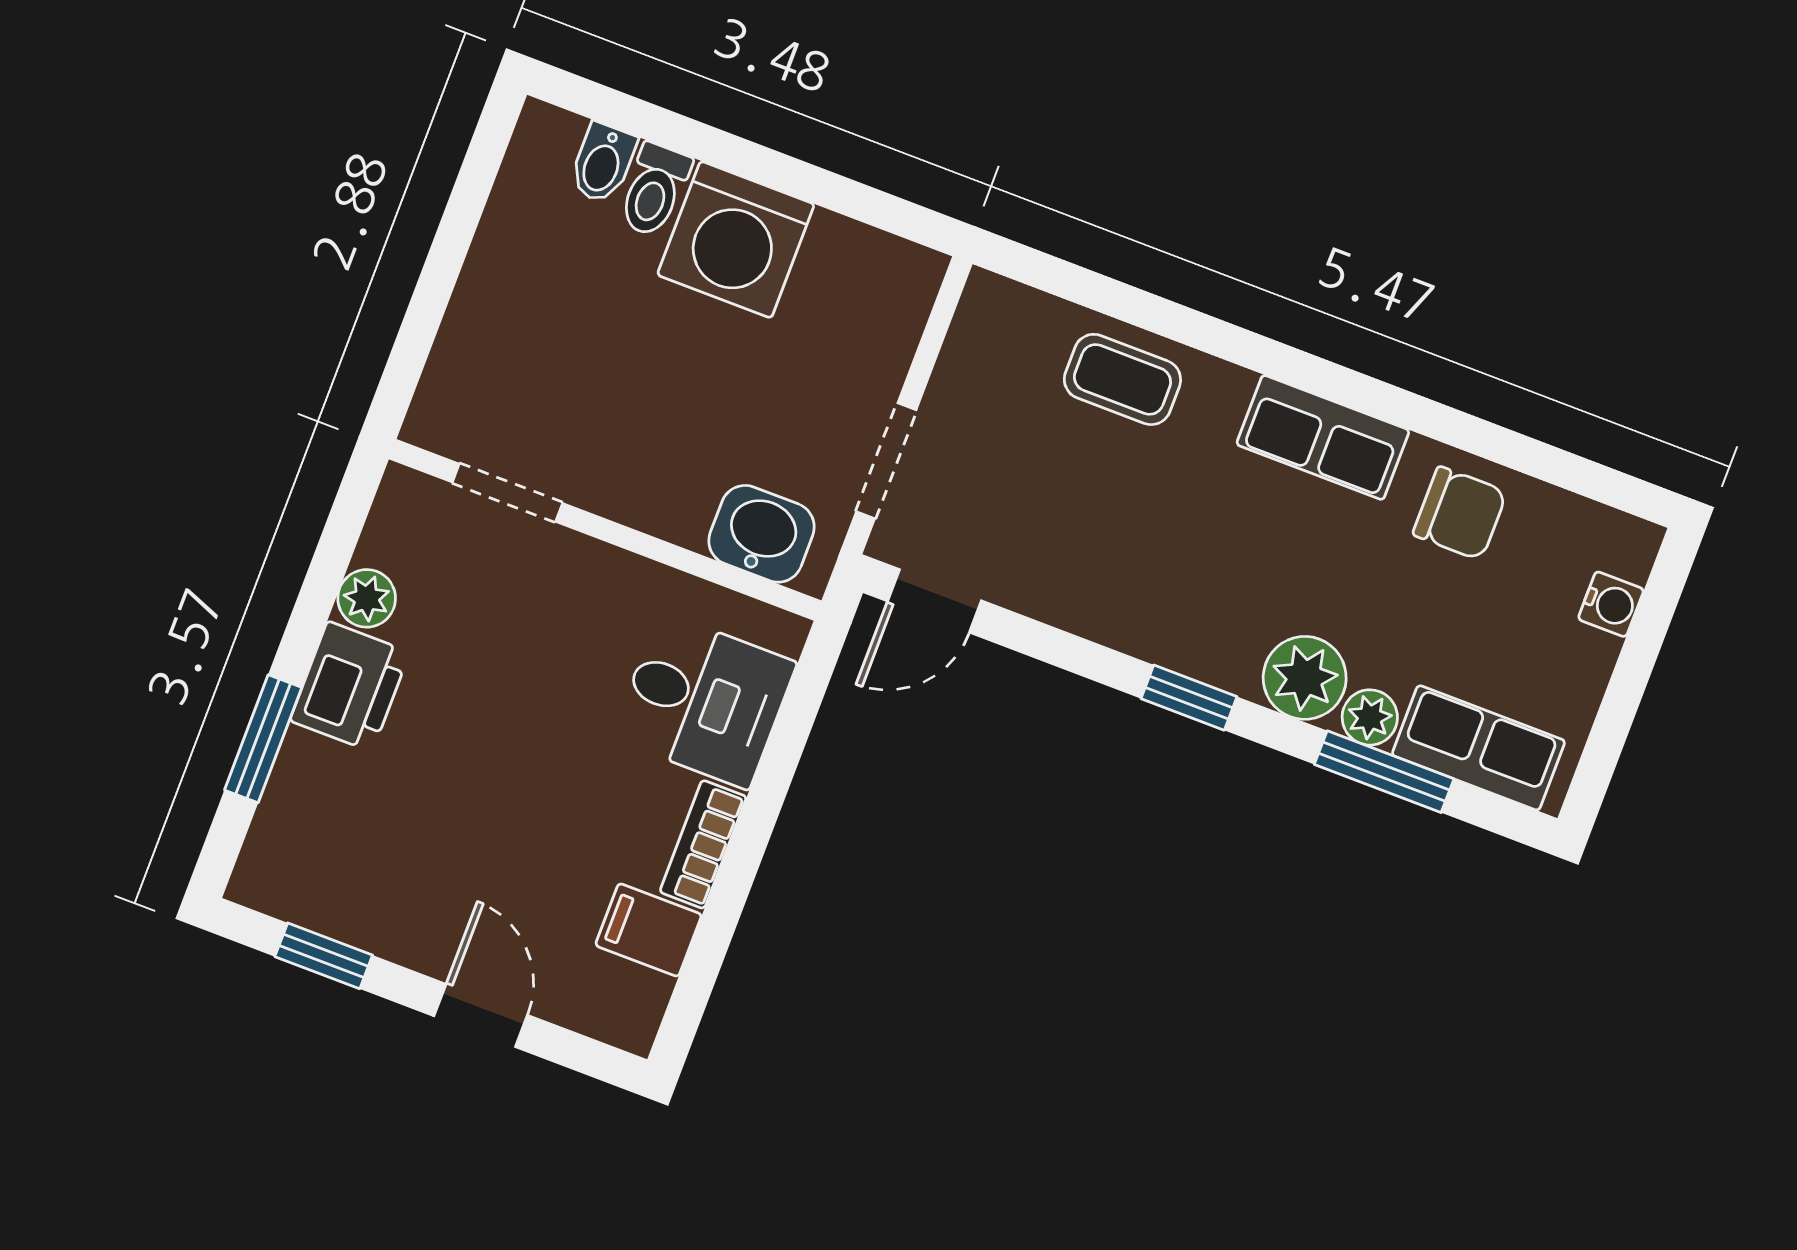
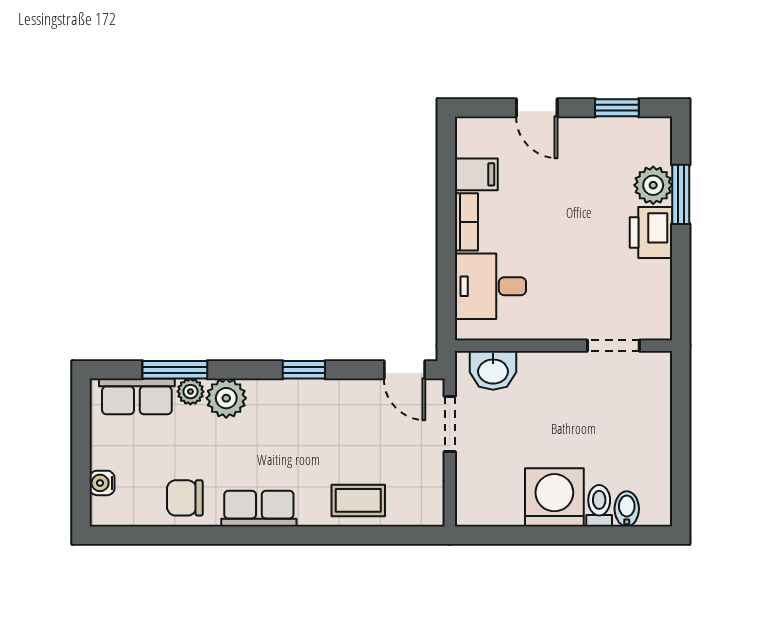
plant: (367, 598) -> (653, 185), moved, width x1.38, depth x1.38
door: (935, 601) -> (404, 370), swing flipped
window: (1189, 698) -> (304, 370), moved

